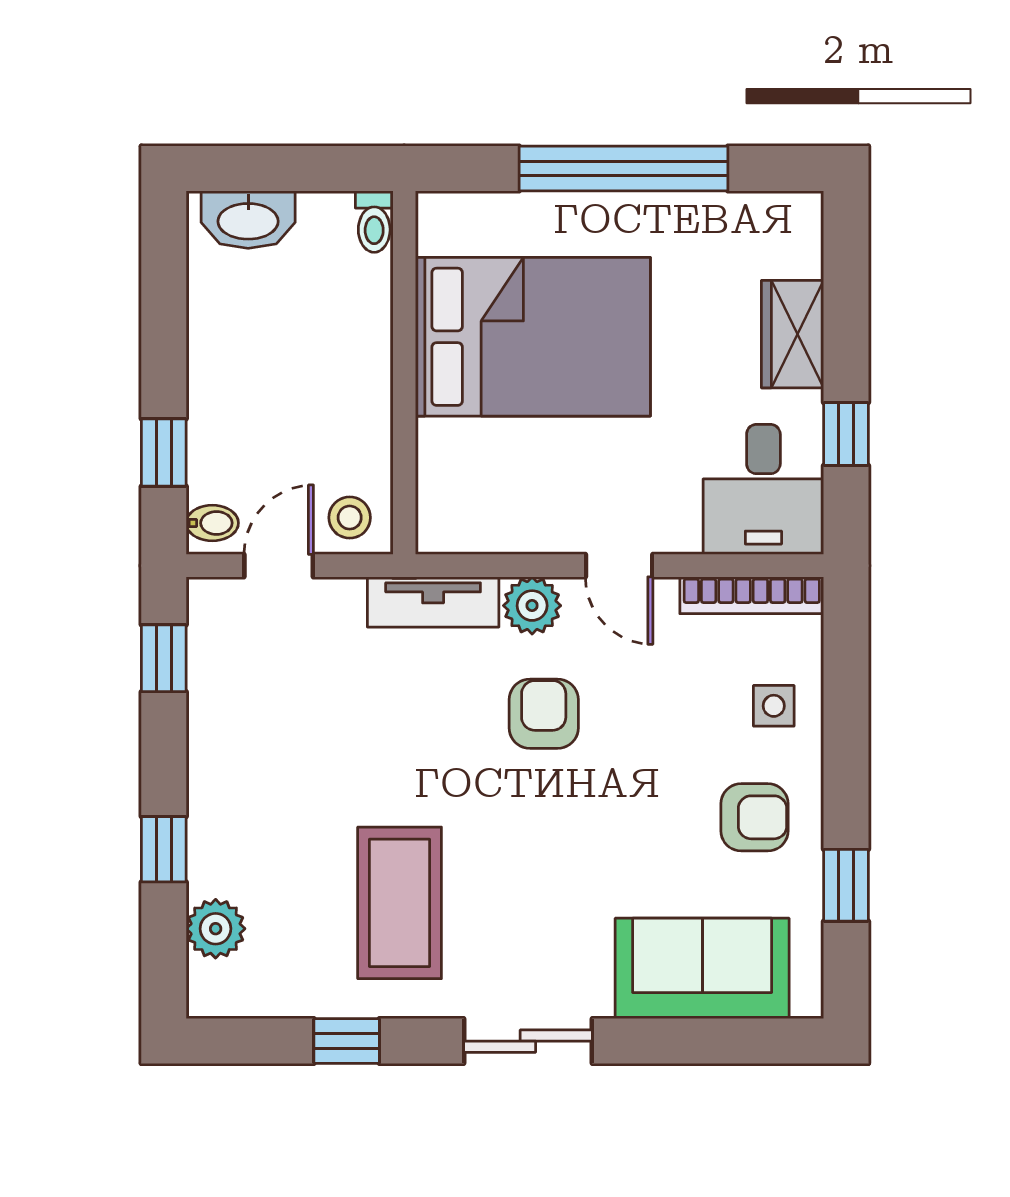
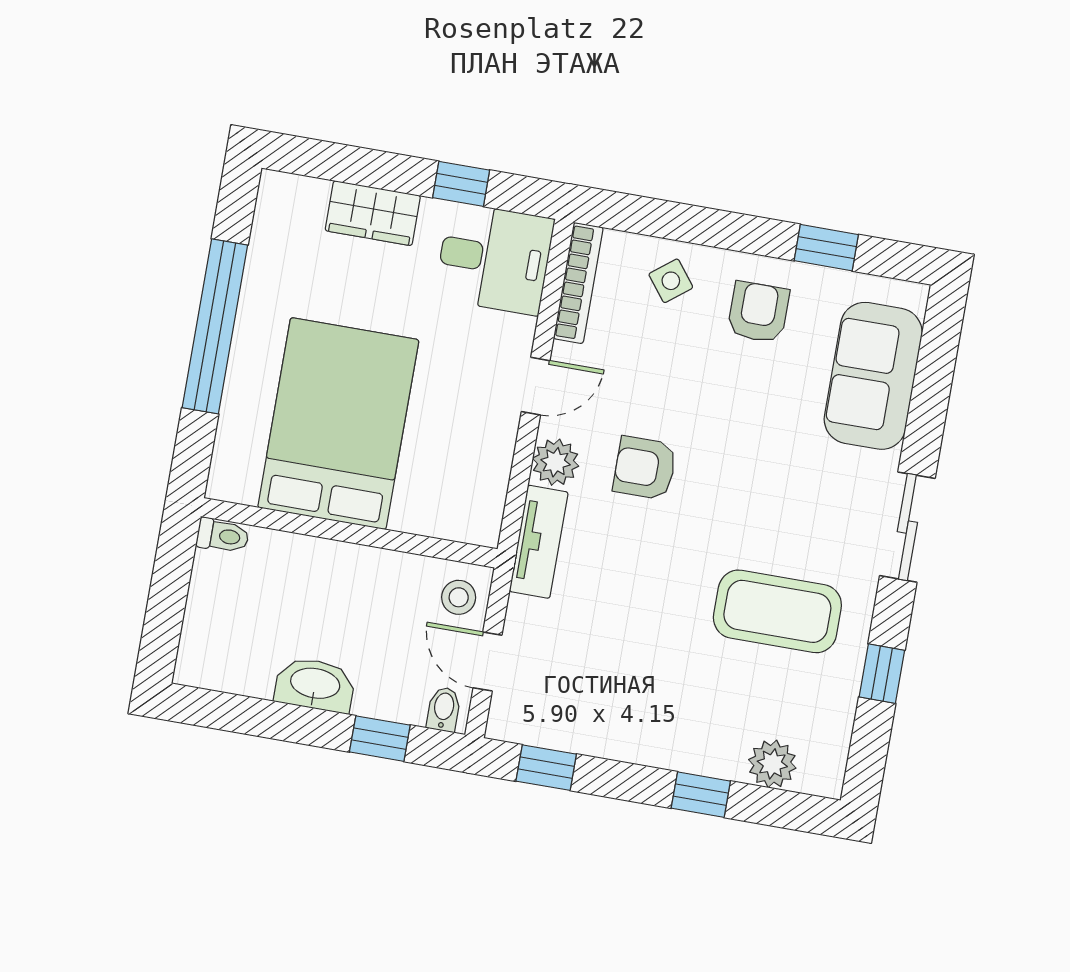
washbasin: (248, 220) -> (315, 685), moved, turned -90
side table: (774, 706) -> (671, 281), turned -38

